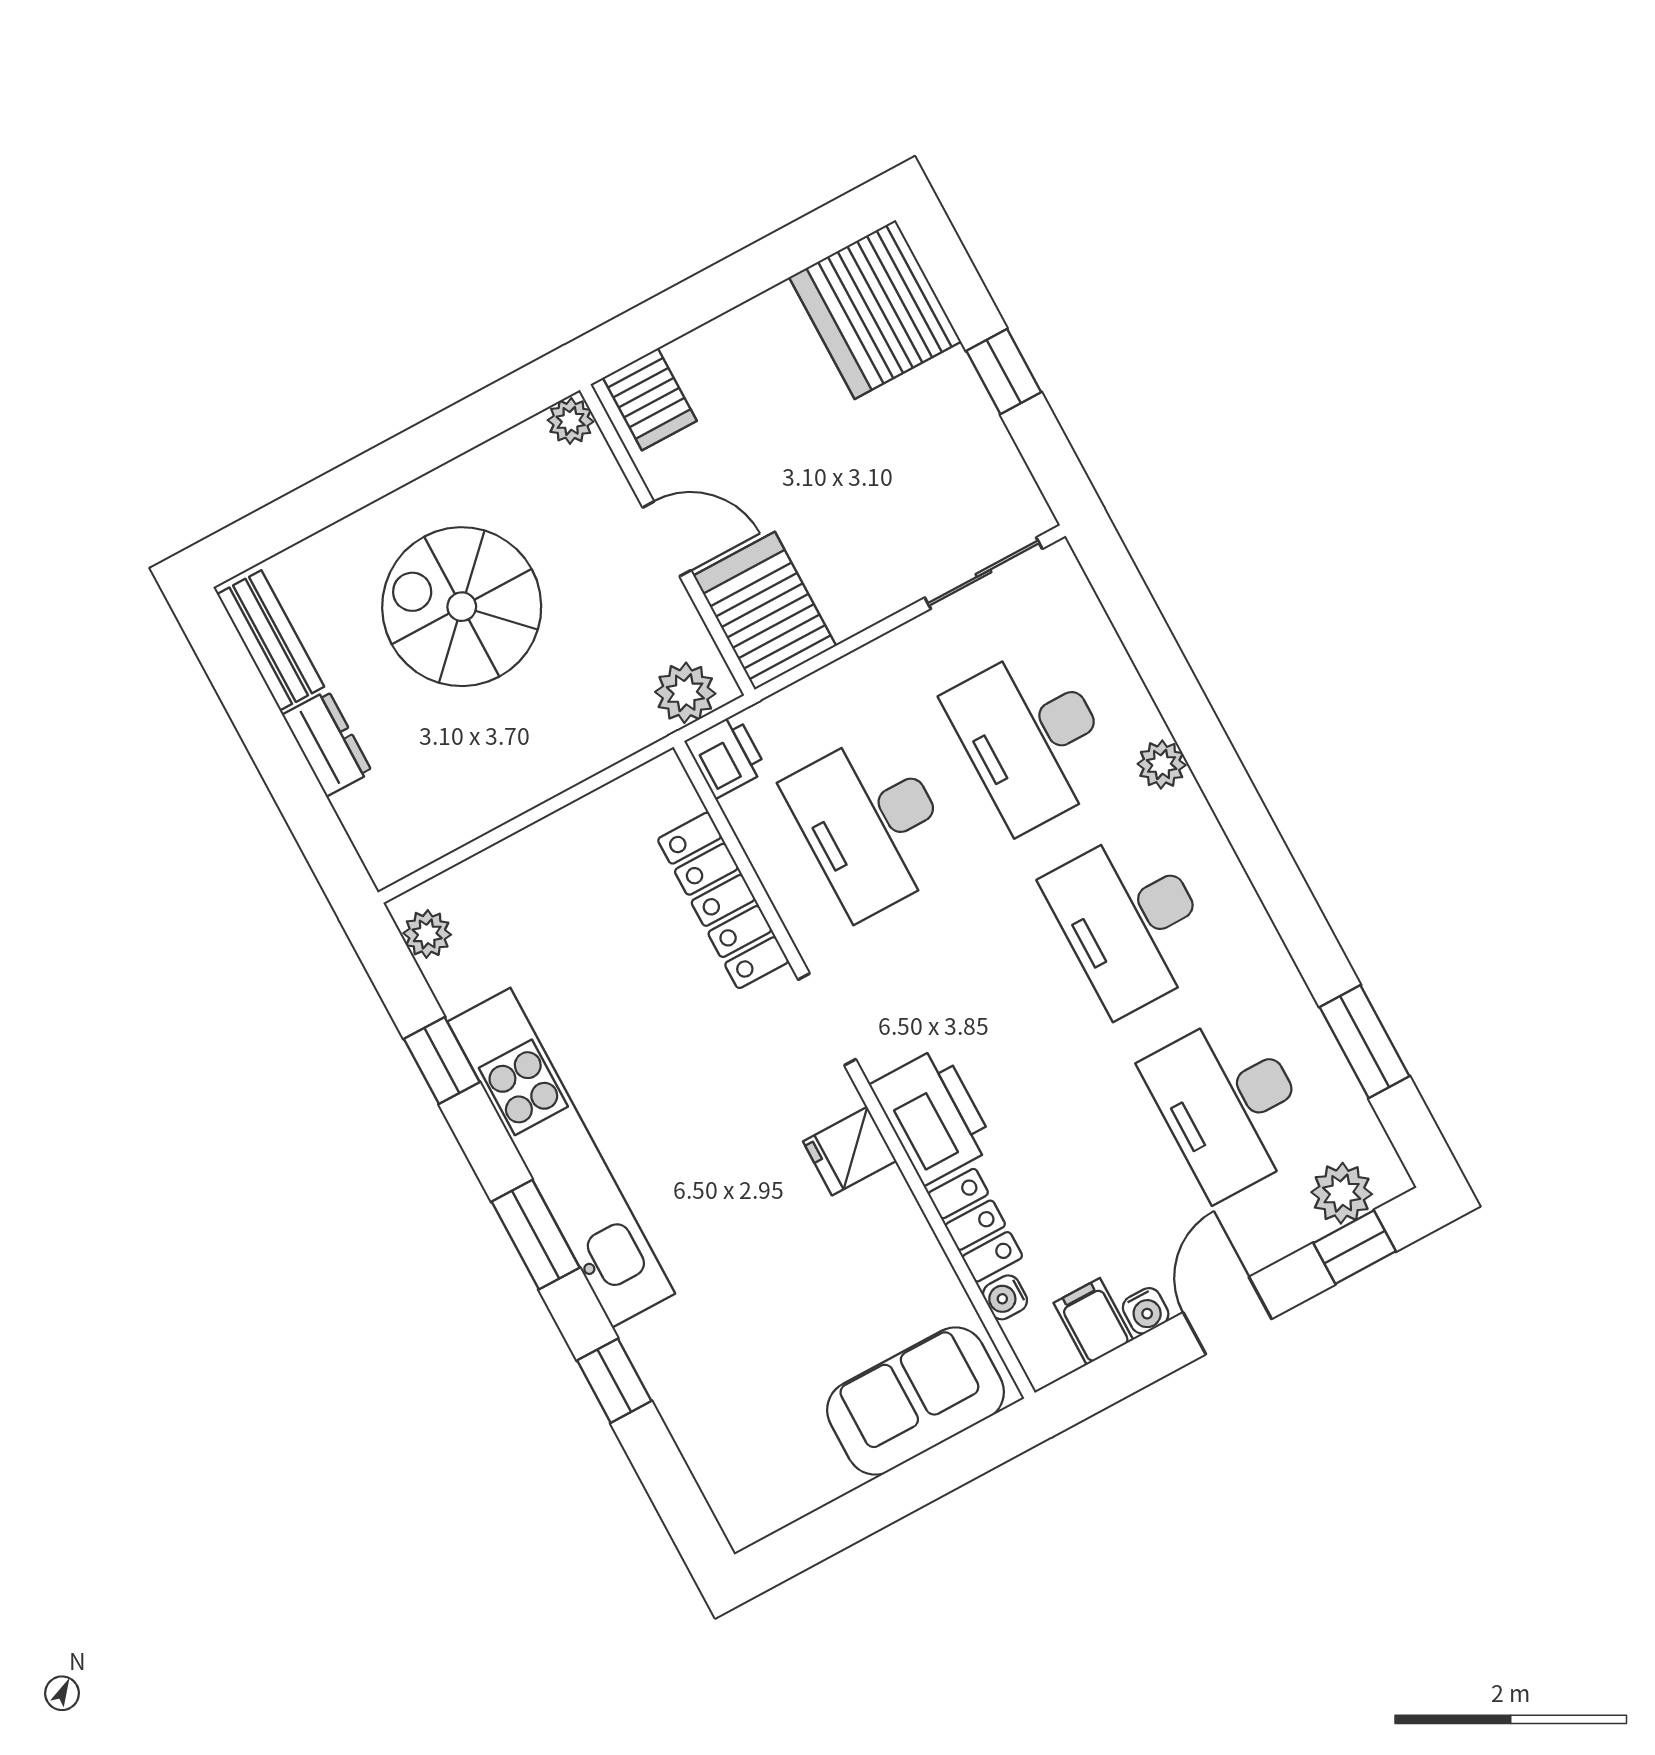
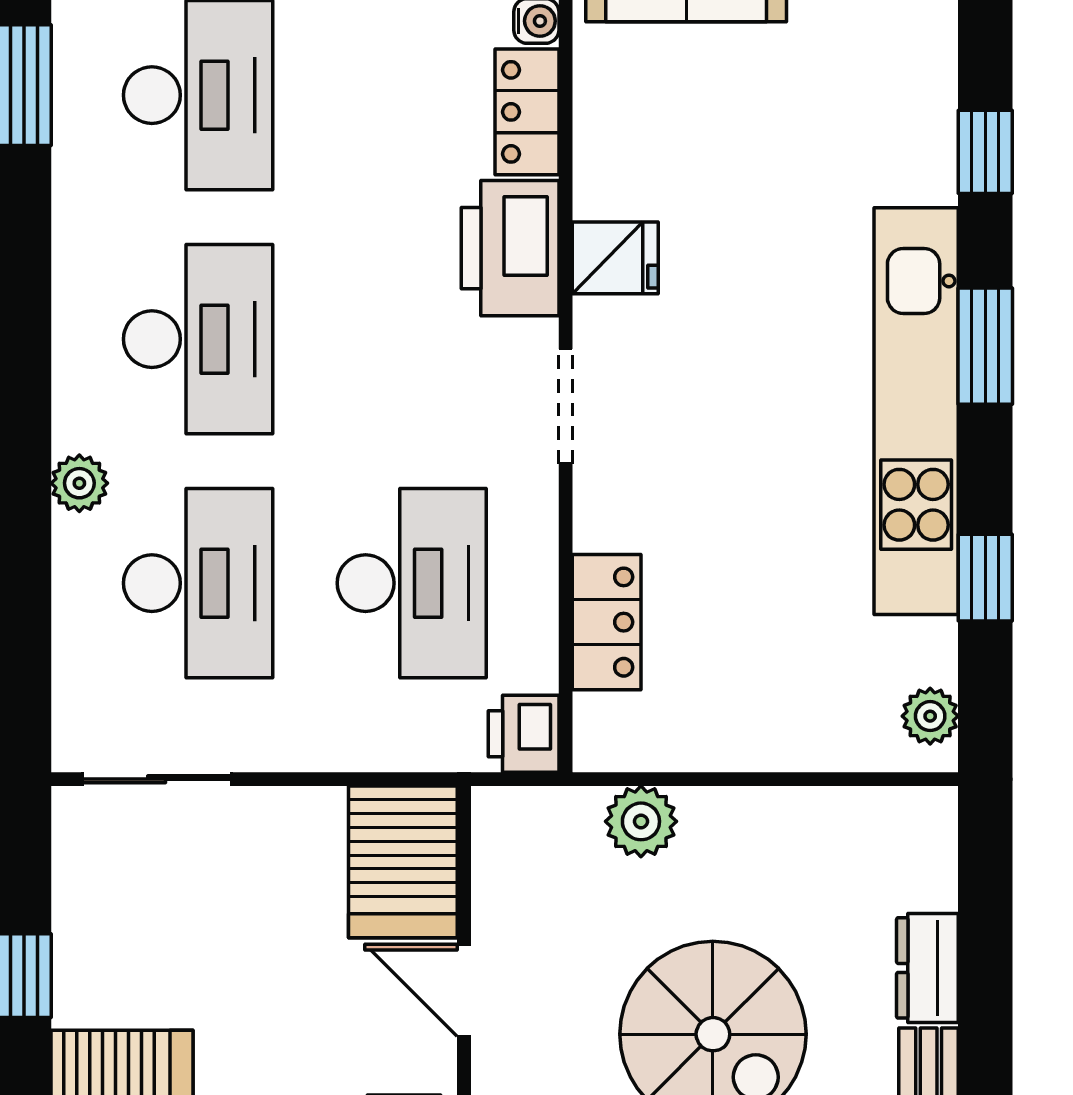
plant: (685, 693) -> (641, 821), moved
locker: (723, 900) -> (607, 622), width x0.66

